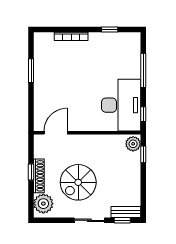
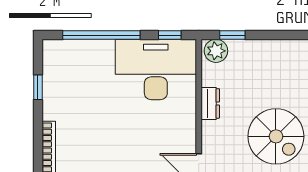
window: (143, 70) -> (101, 35), width x1.46
dresser: (99, 140) -> (210, 103), added

